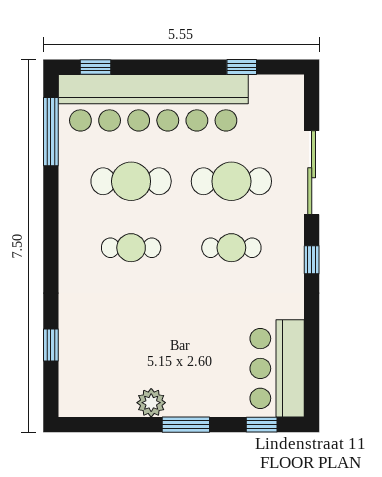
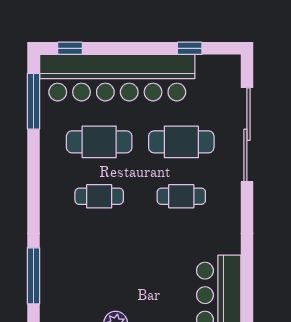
sliding door: (312, 173) -> (247, 135), width x1.36
window: (312, 260) -> (247, 206), removed
window: (51, 345) -> (33, 276), width x2.17

